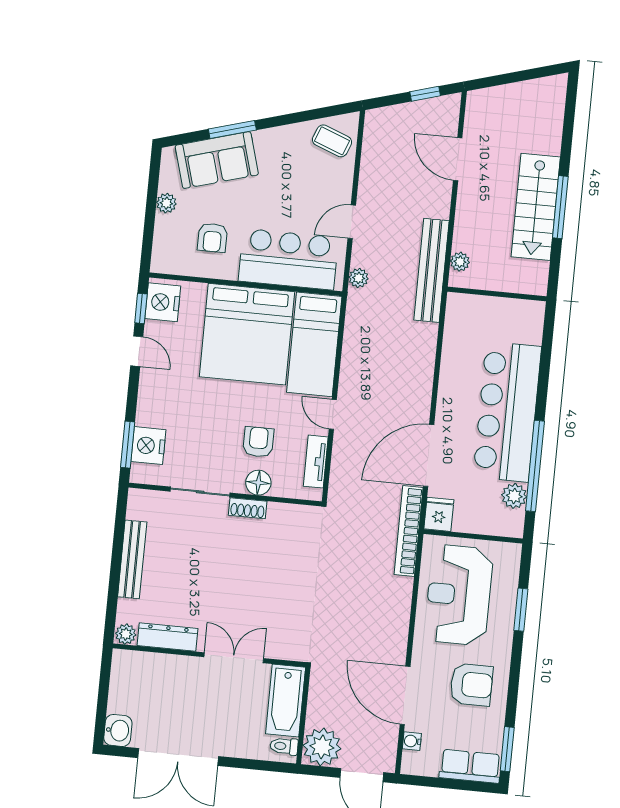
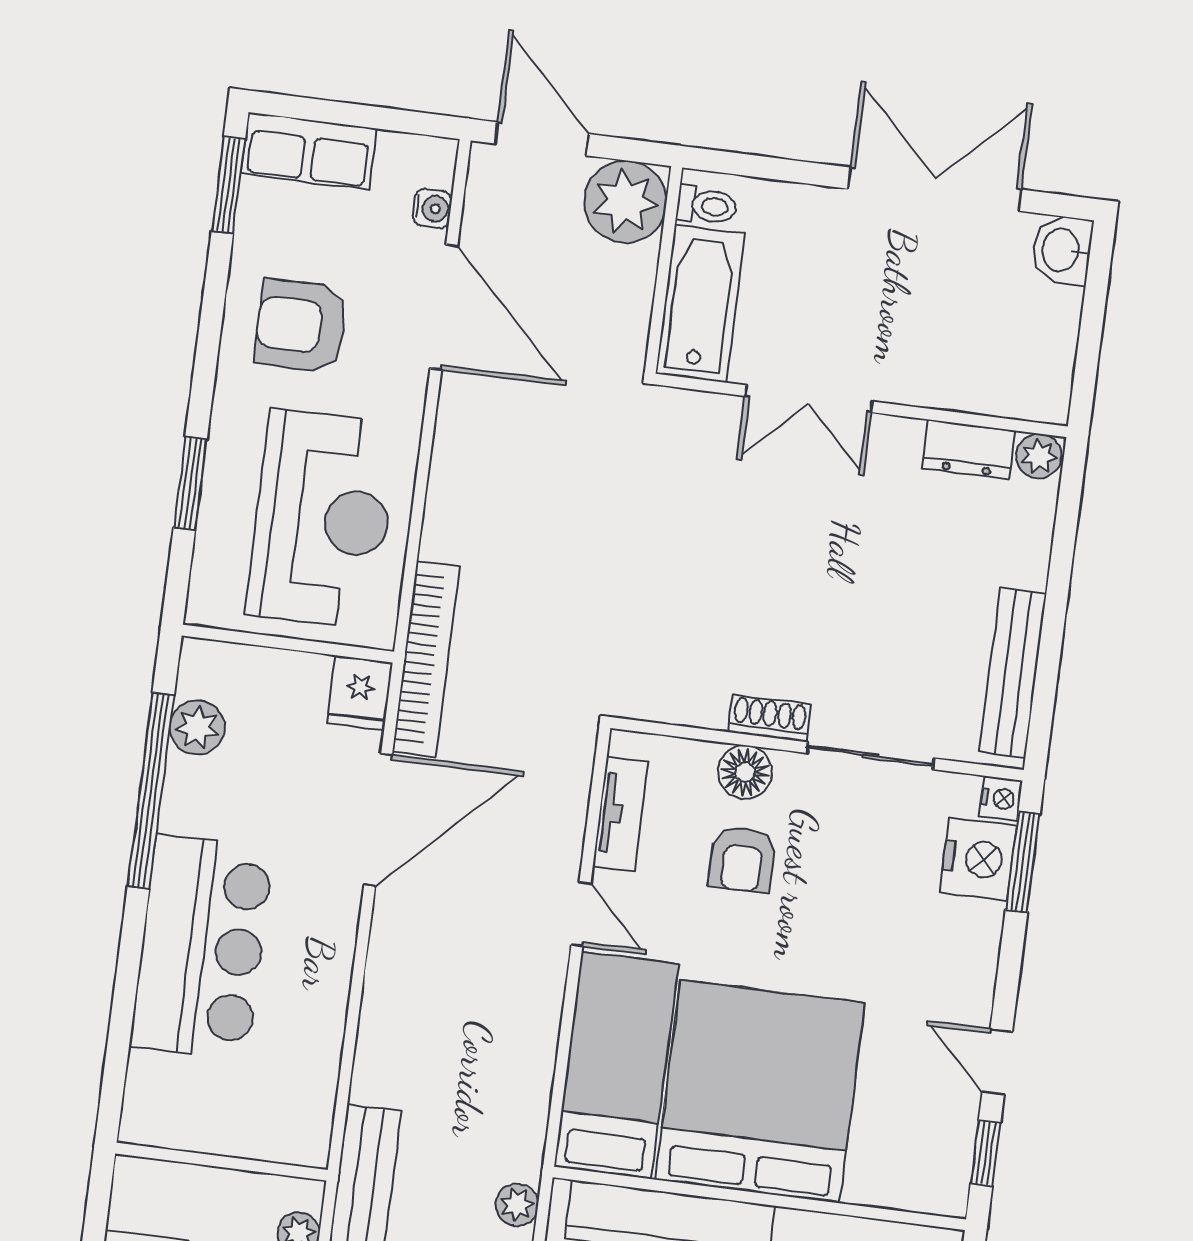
nightstand: (163, 302) -> (1001, 799), moved, width x0.53, depth x0.56
bar counter: (507, 412) -> (202, 947), width x0.73
bench: (132, 559) -> (1013, 673), moved
dresser: (168, 637) -> (969, 449), width x0.70

